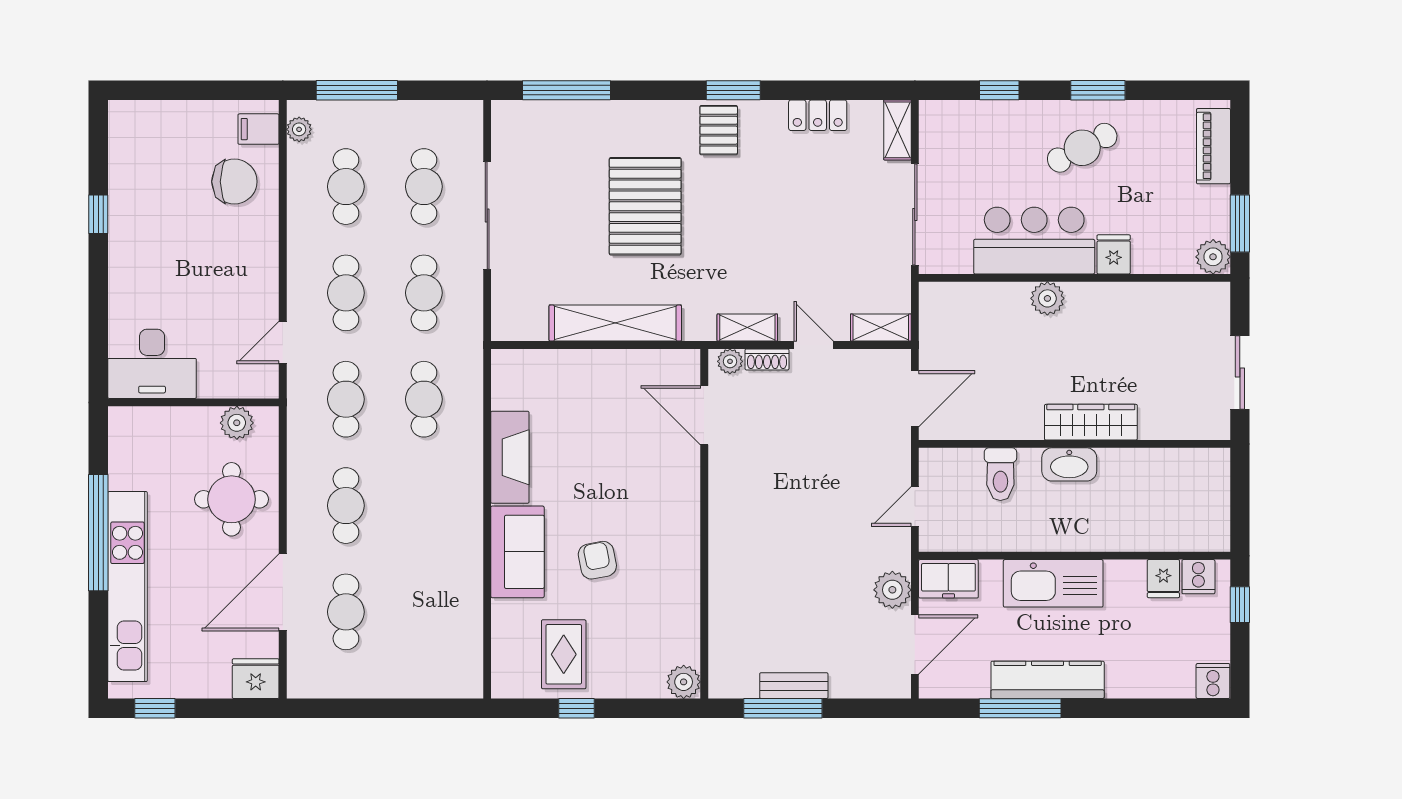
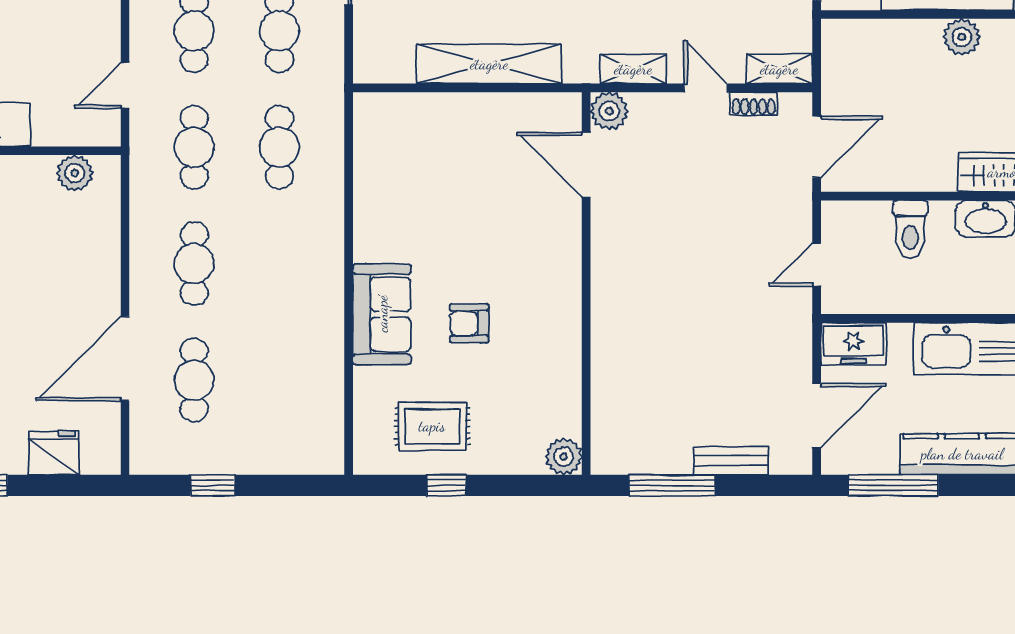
shoe rack: (767, 359) -> (754, 104), moved
plant: (730, 361) -> (609, 111), width x1.38, depth x1.38
fireplace: (510, 457) -> (374, 211), removed
round table: (232, 499) -> (69, 257), removed
armchair: (597, 560) -> (469, 323), turned -79
plant: (892, 590) -> (792, 356), removed
rug: (564, 654) -> (432, 426), turned 90
fridge: (256, 679) -> (54, 453), moved
bench: (794, 686) -> (731, 461), moved
window: (363, 708) -> (213, 485), added
window: (1020, 708) -> (894, 485), moved

